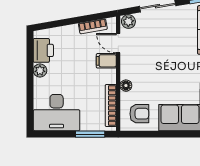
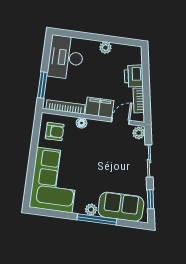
printer: (43, 50) -> (134, 76), moved, turned 80
filing cabinet: (106, 61) -> (99, 107), width x2.00
armchair: (139, 114) -> (55, 132), turned -90

